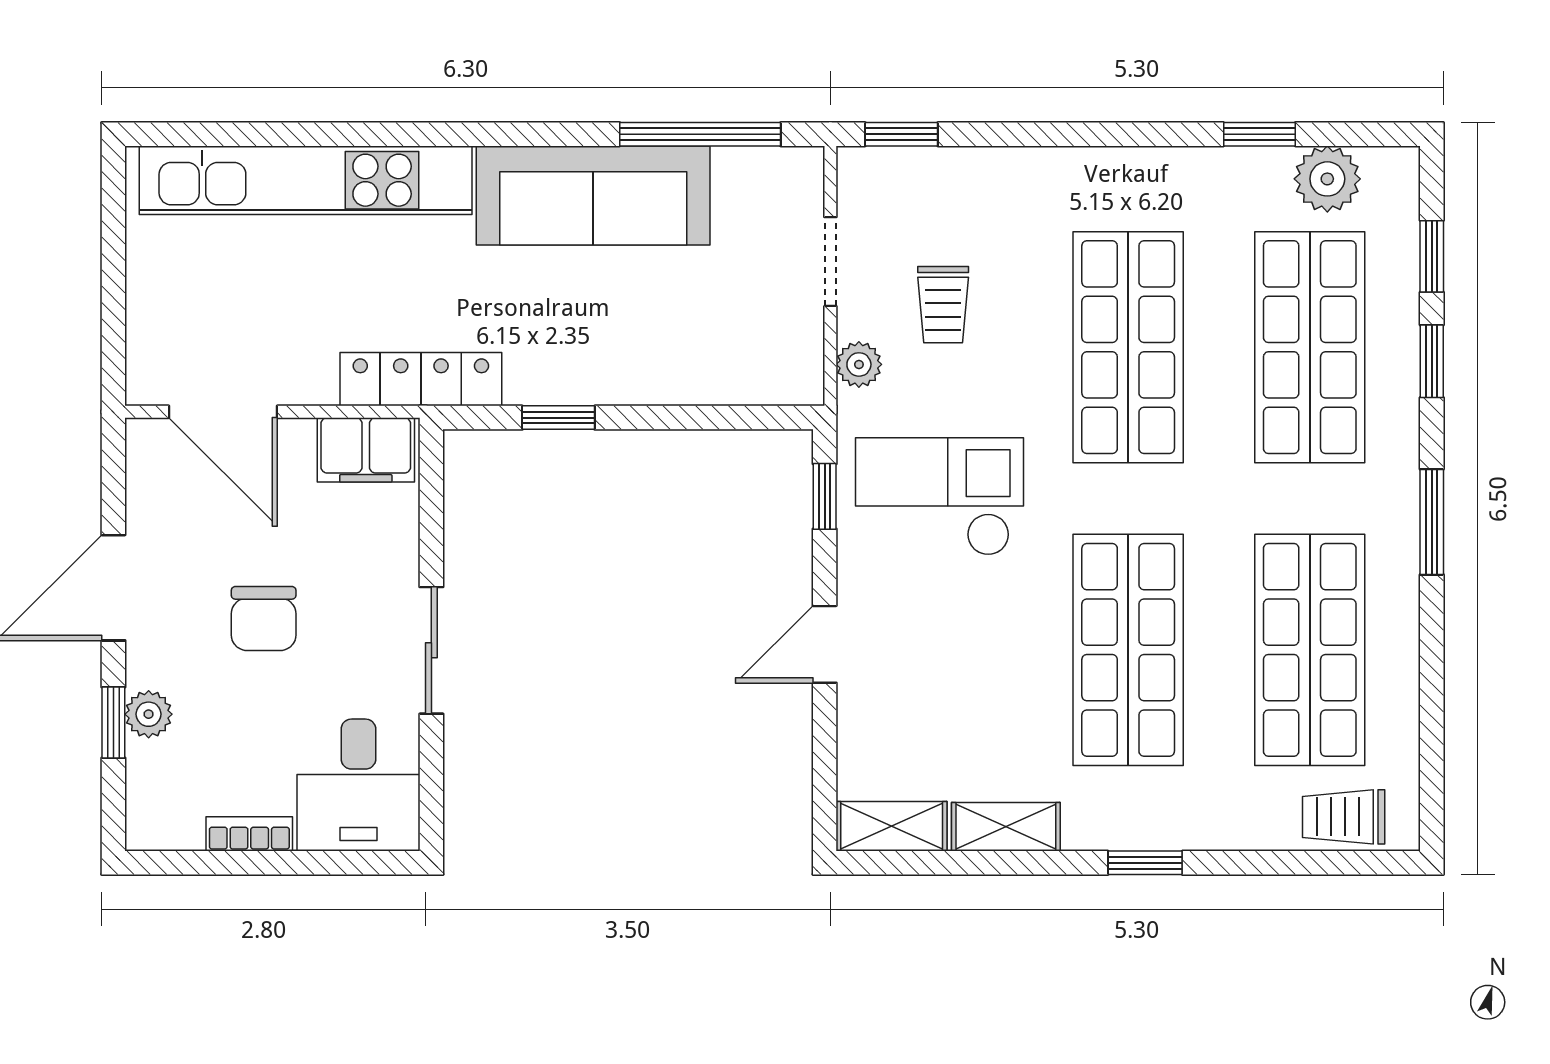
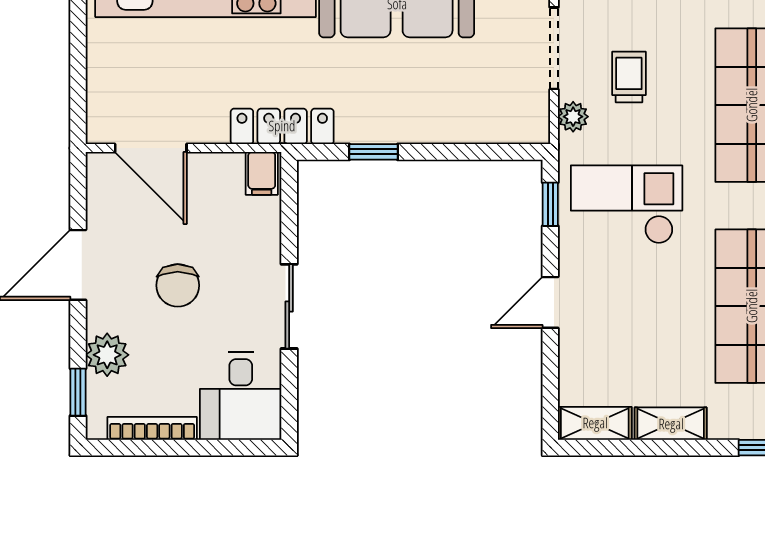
doorway: (830, 262) -> (554, 48), width x1.38
trolley: (943, 305) -> (629, 77), turned 180
filing cabinet: (366, 450) -> (262, 173), width x0.50
plant: (149, 714) -> (107, 355), width x1.38, depth x1.38
window: (113, 722) -> (78, 392), moved
bookcase: (249, 834) -> (152, 428), width x1.56

